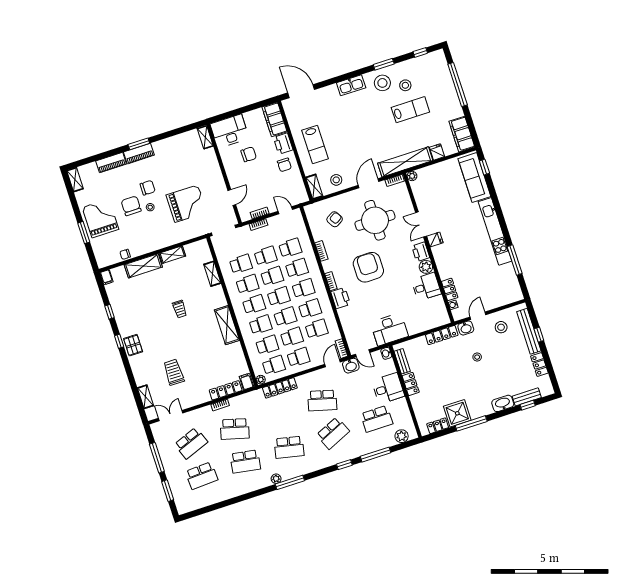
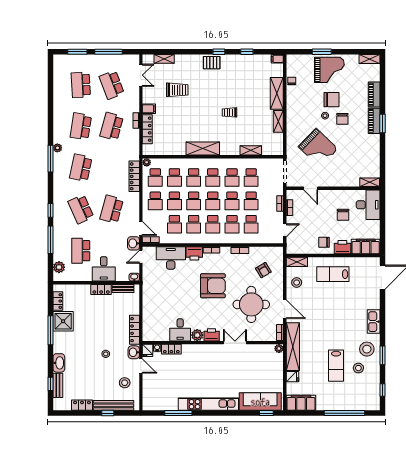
grand piano: (186, 204) -> (318, 148), turned -46
fridge: (435, 240) -> (148, 350), moved
desk: (389, 329) -> (171, 258), moved, turned 90
filing cabinet: (246, 382) -> (149, 109), moved

